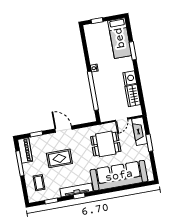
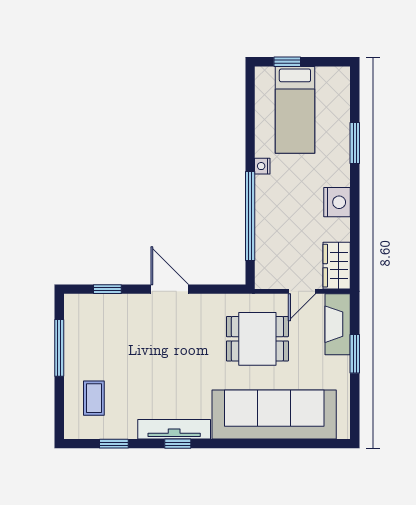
bed: (120, 38) -> (295, 110), moved
wardrobe: (133, 96) -> (337, 266), moved
piano: (25, 150) -> (76, 321), removed
rug: (59, 158) -> (149, 352), removed

